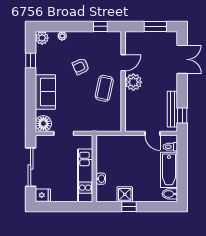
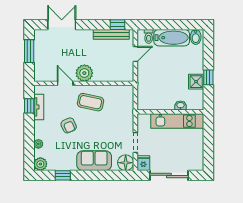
tv unit: (99, 36) -> (39, 107), added
fridge: (43, 195) -> (143, 163), moved

